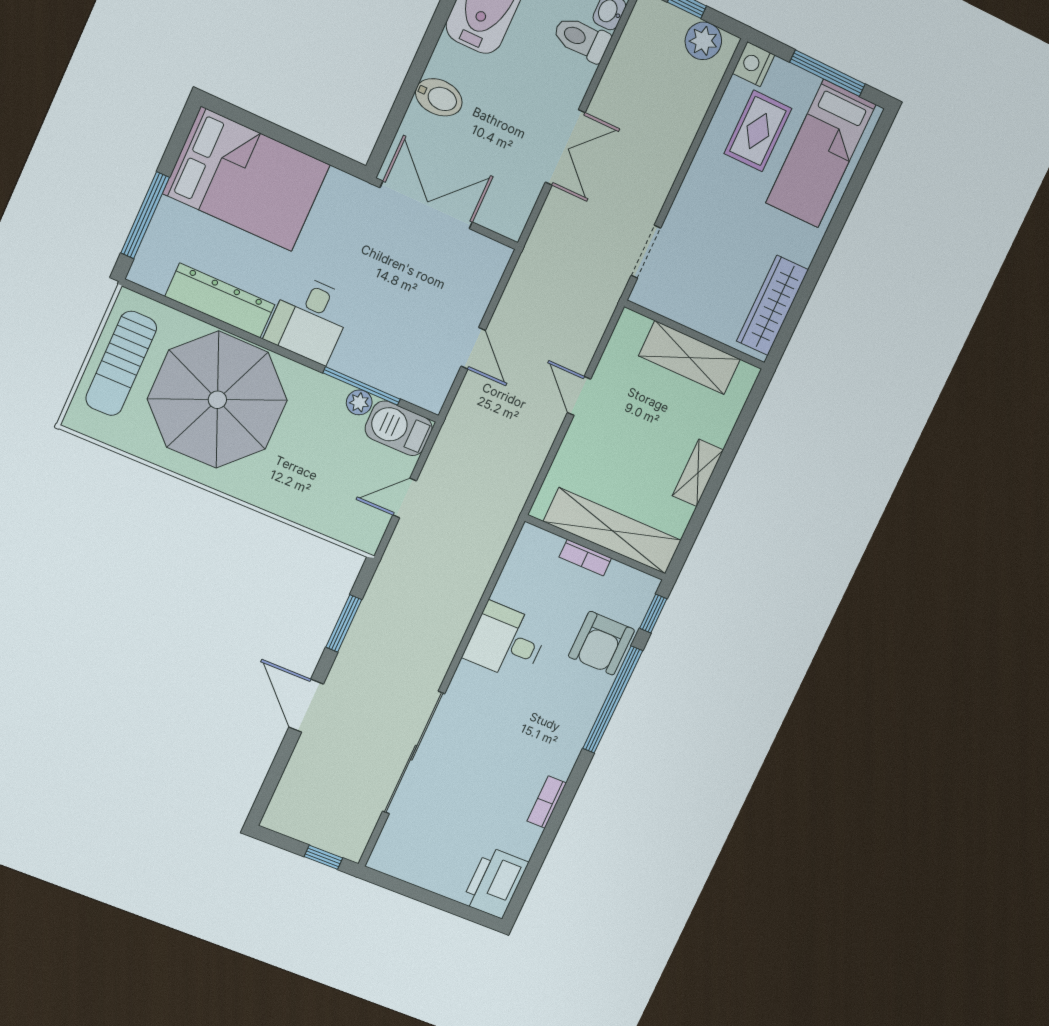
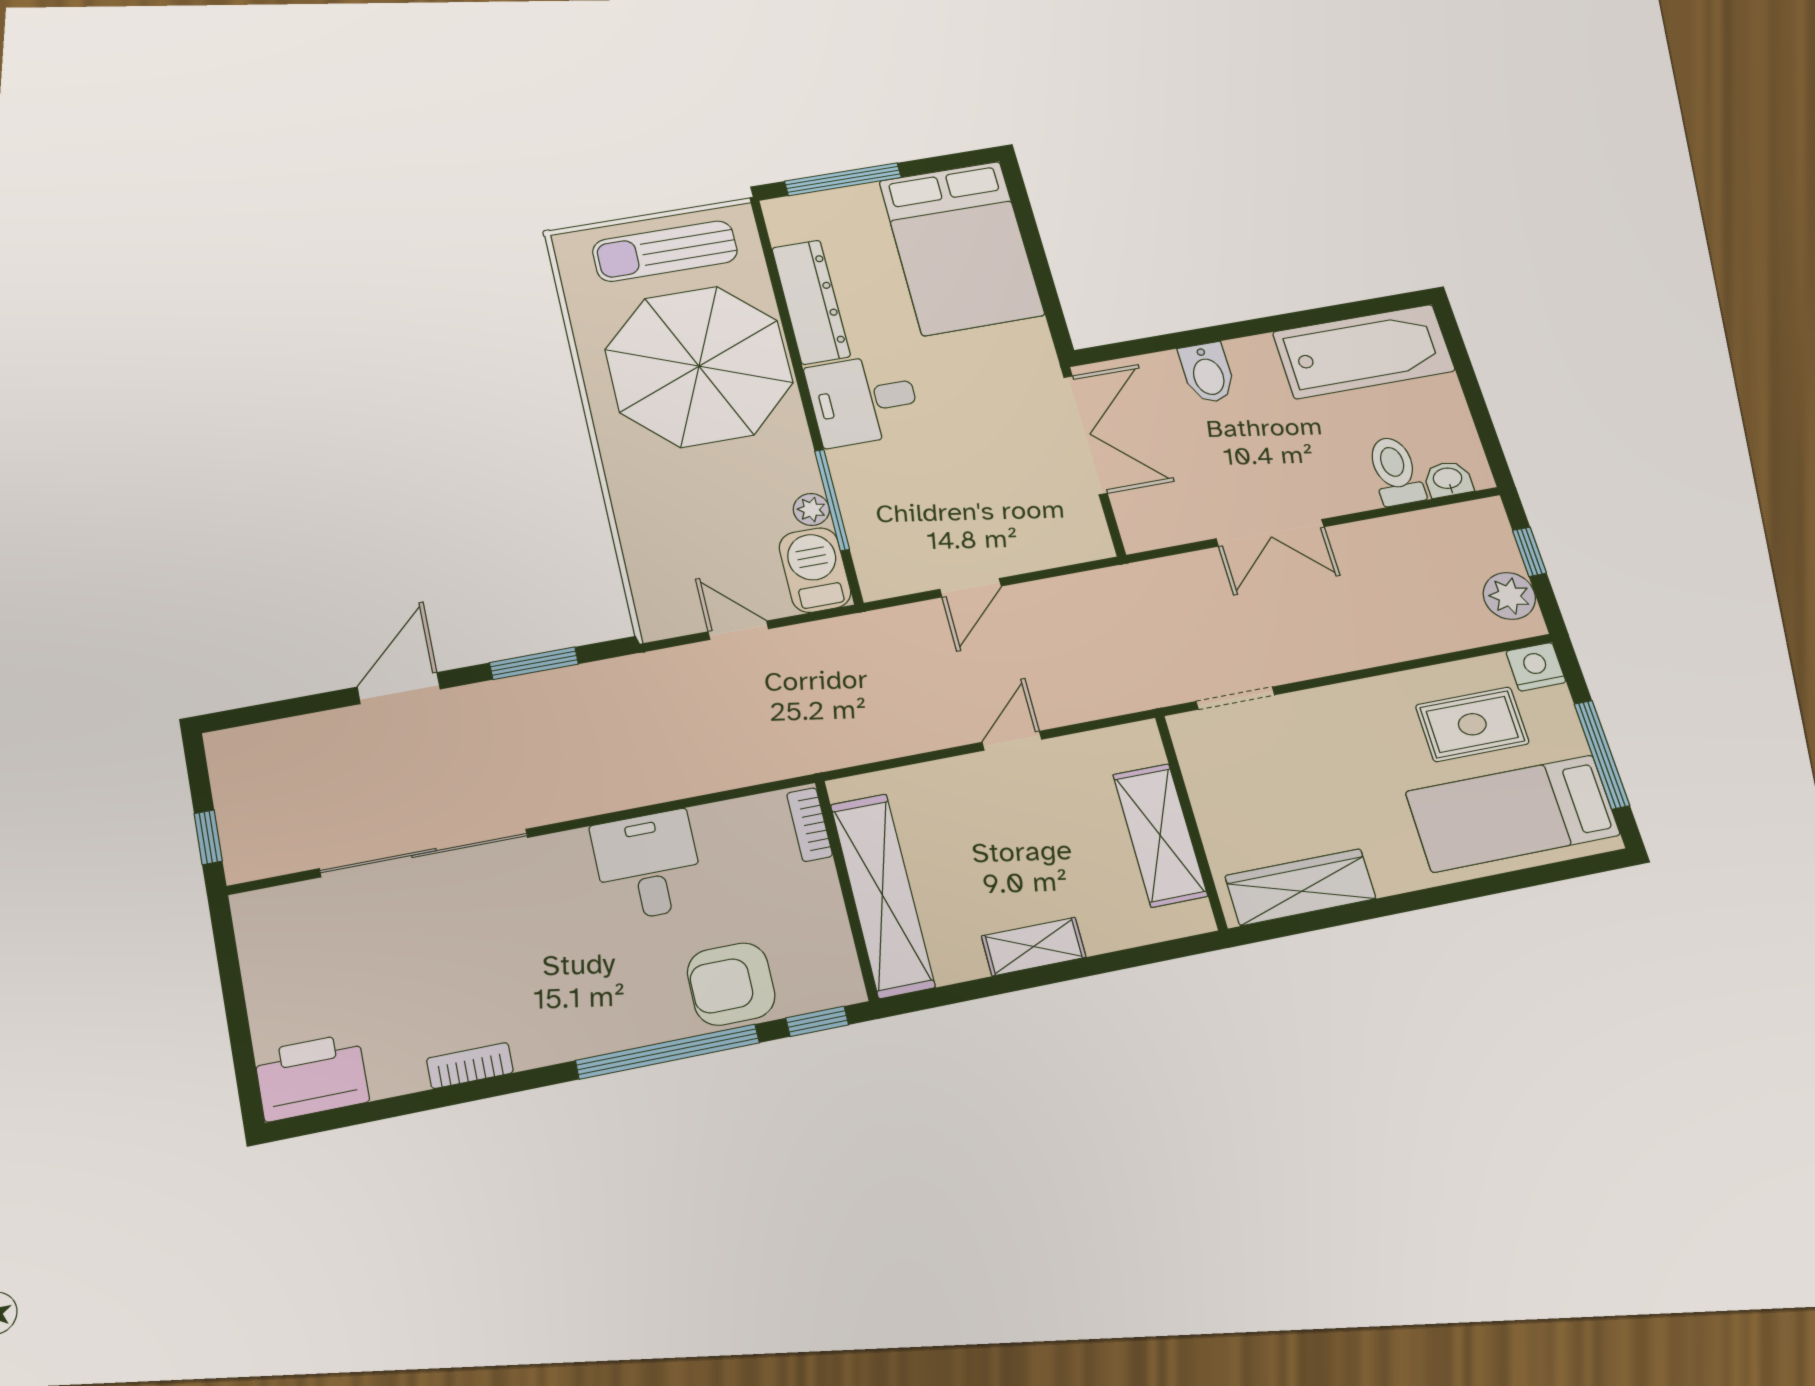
bookcase: (585, 558) -> (810, 825), moved

